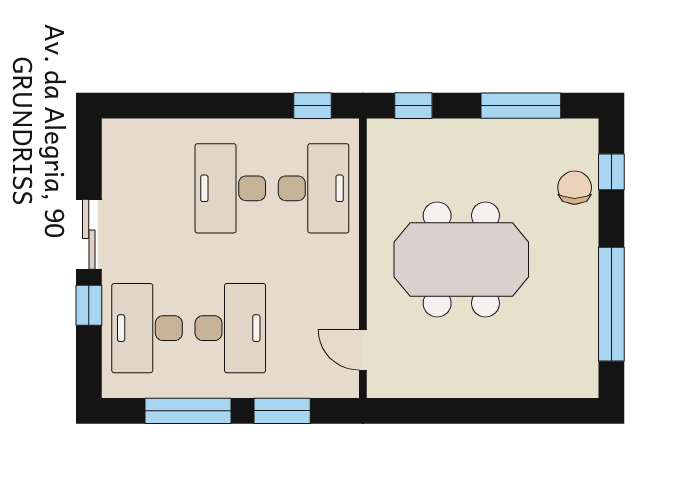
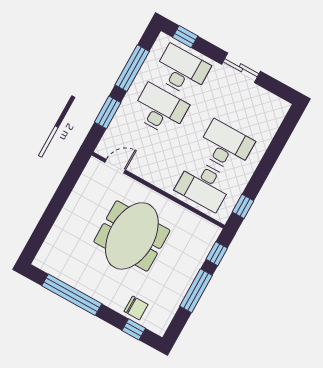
window: (521, 106) -> (196, 291), moved
window: (89, 305) -> (185, 37), moved
desk: (230, 328) -> (160, 110), turned 180

